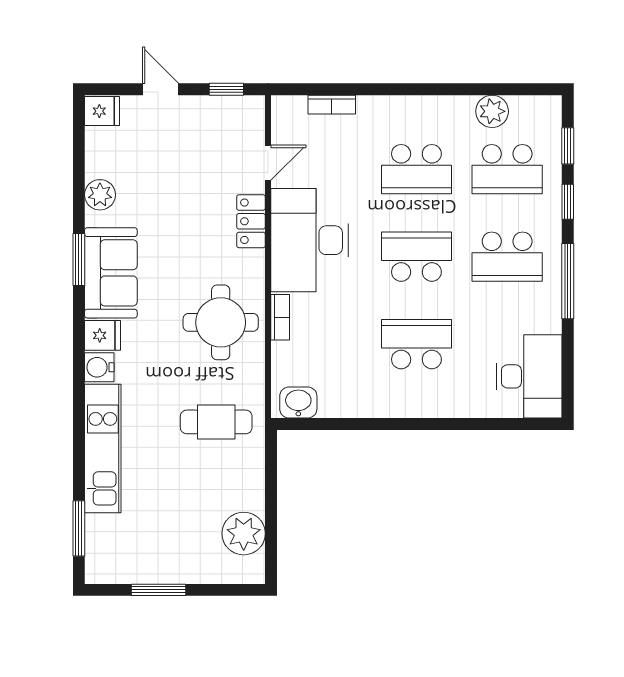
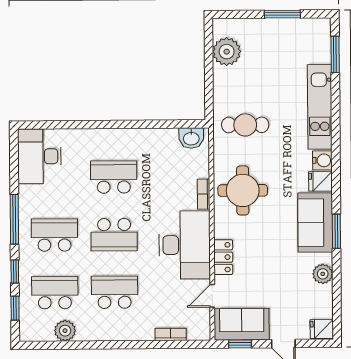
sofa: (224, 119) -> (242, 324), added
school desk: (416, 344) -> (114, 177), turned 180

